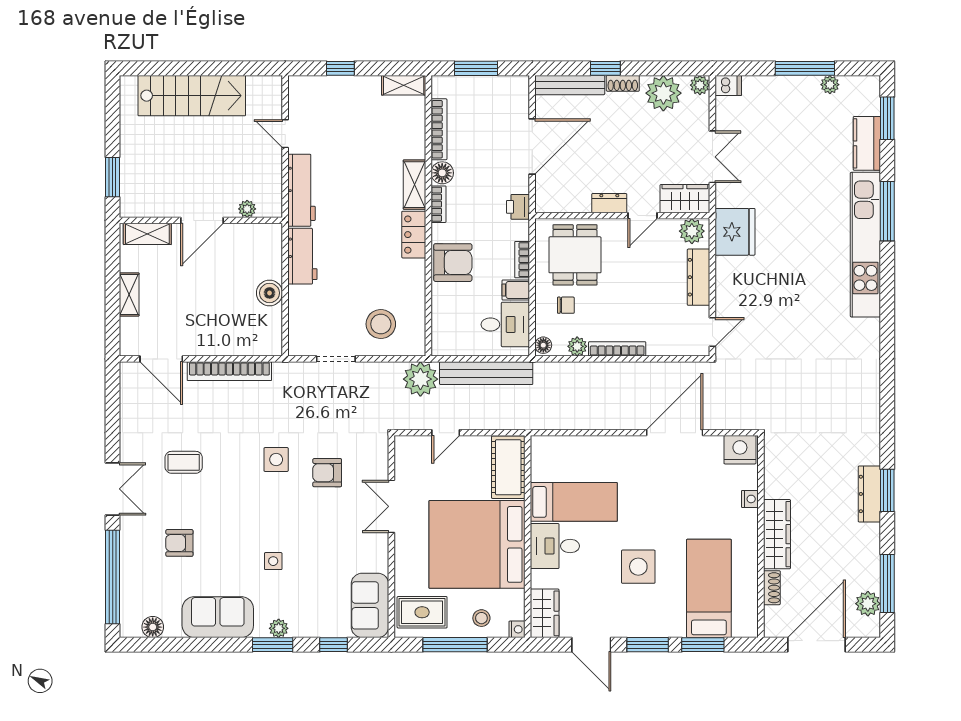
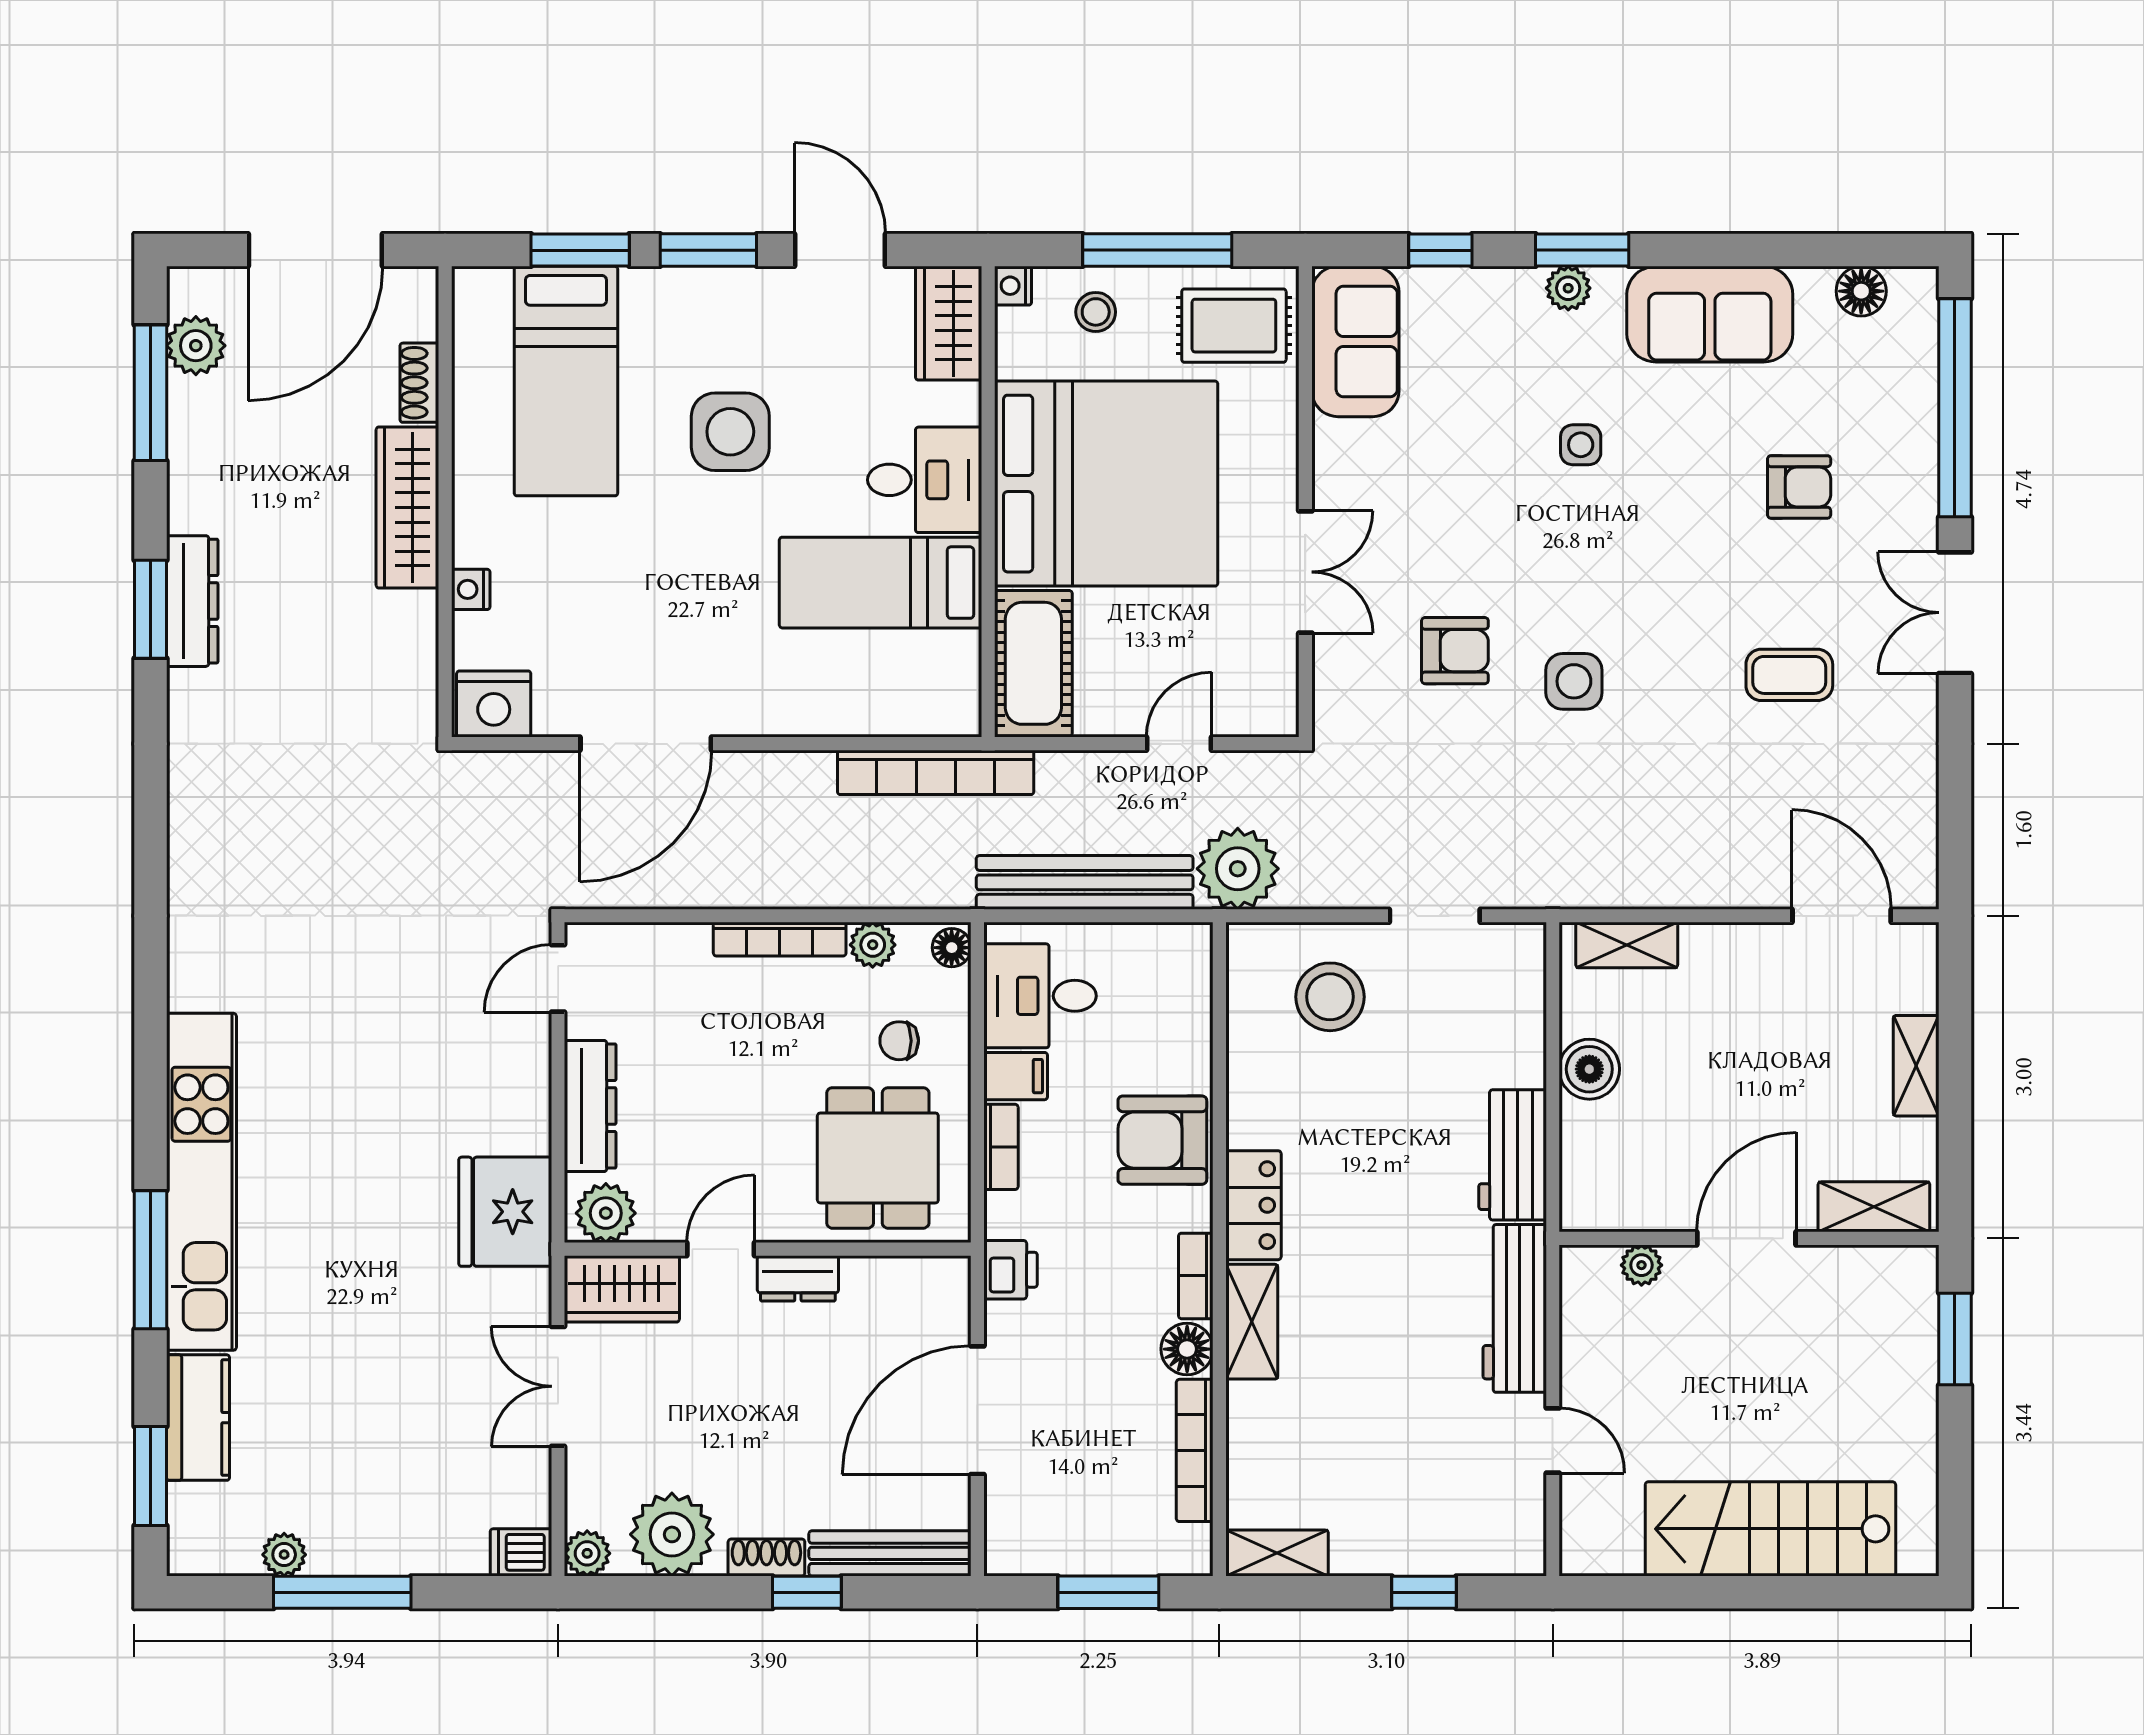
shelving: (253, 346) -> (1627, 945), added
bookcase: (229, 371) -> (936, 772), moved, turned 180

